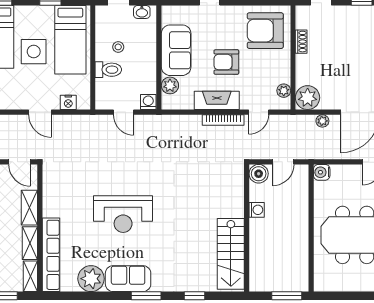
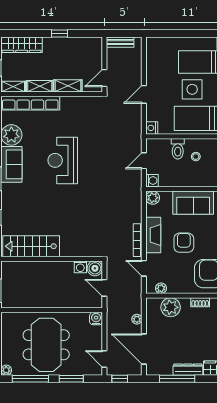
plant: (170, 85) -> (153, 198), moved
plant: (308, 98) -> (171, 307), moved
nightstand: (68, 102) -> (152, 128), moved
washing machine: (257, 210) -> (80, 267), moved

